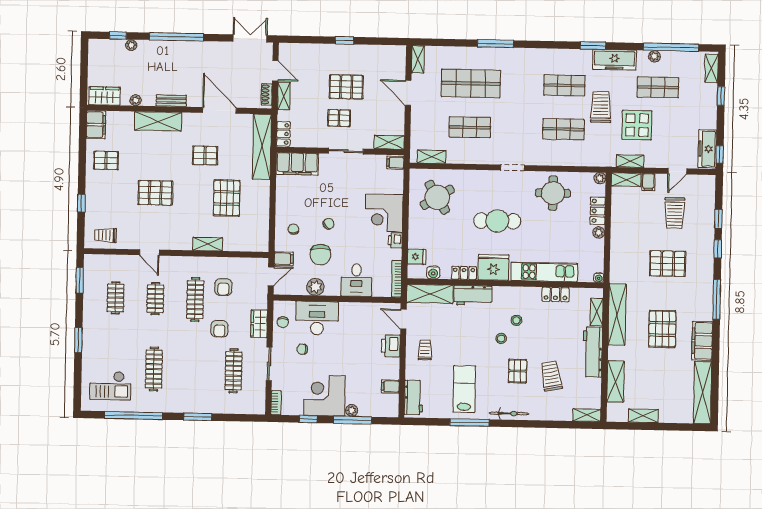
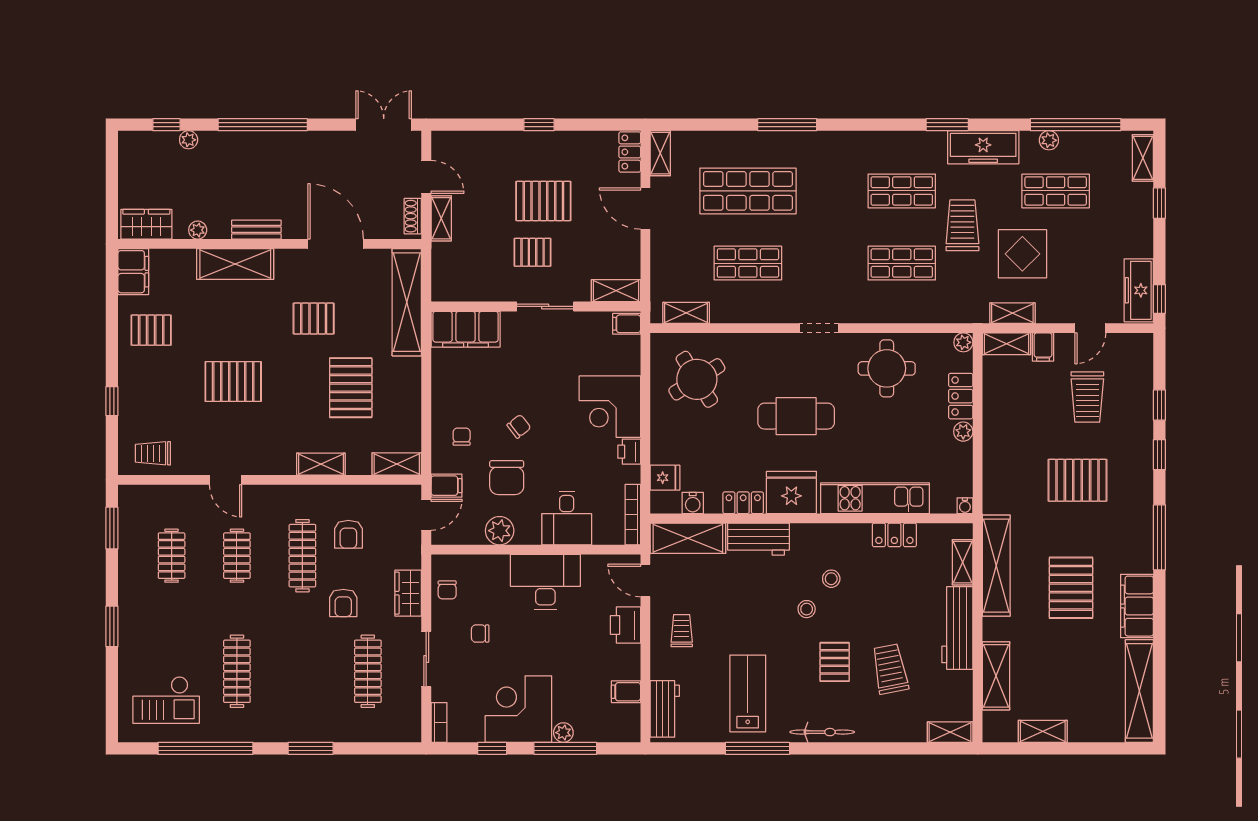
locker: (283, 134) -> (630, 152), moved, turned 180
shelving: (254, 245) -> (397, 464), added
desk: (317, 318) -> (545, 582), moved

